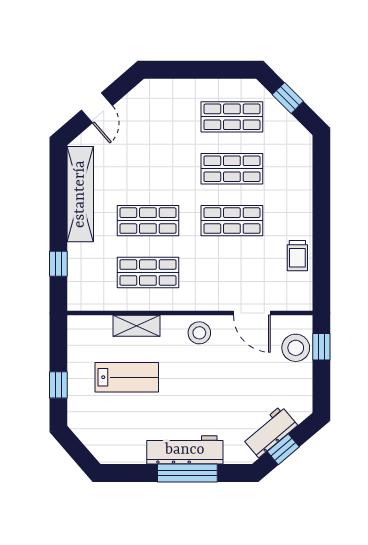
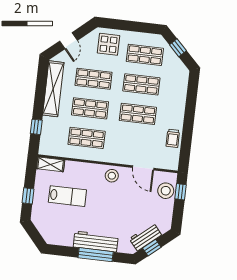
display table: (167, 106) -> (109, 44), added
shop shelf: (148, 169) -> (94, 79), added
shelving: (136, 326) -> (51, 164), moved

